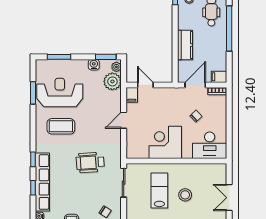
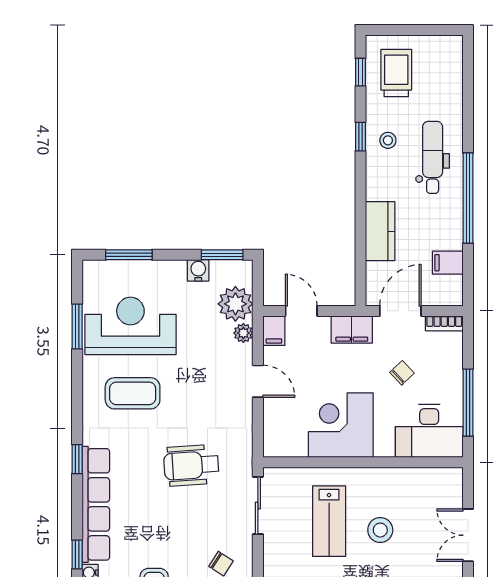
plant: (116, 67) -> (243, 333), moved
filing cabinet: (219, 77) -> (448, 263), moved
filing cabinet: (171, 94) -> (352, 330), added
door: (124, 120) -> (258, 381), swing flipped
window: (229, 131) -> (468, 403), added
window: (33, 188) -> (77, 555), moved
lab bench: (159, 190) -> (329, 521), turned 180

